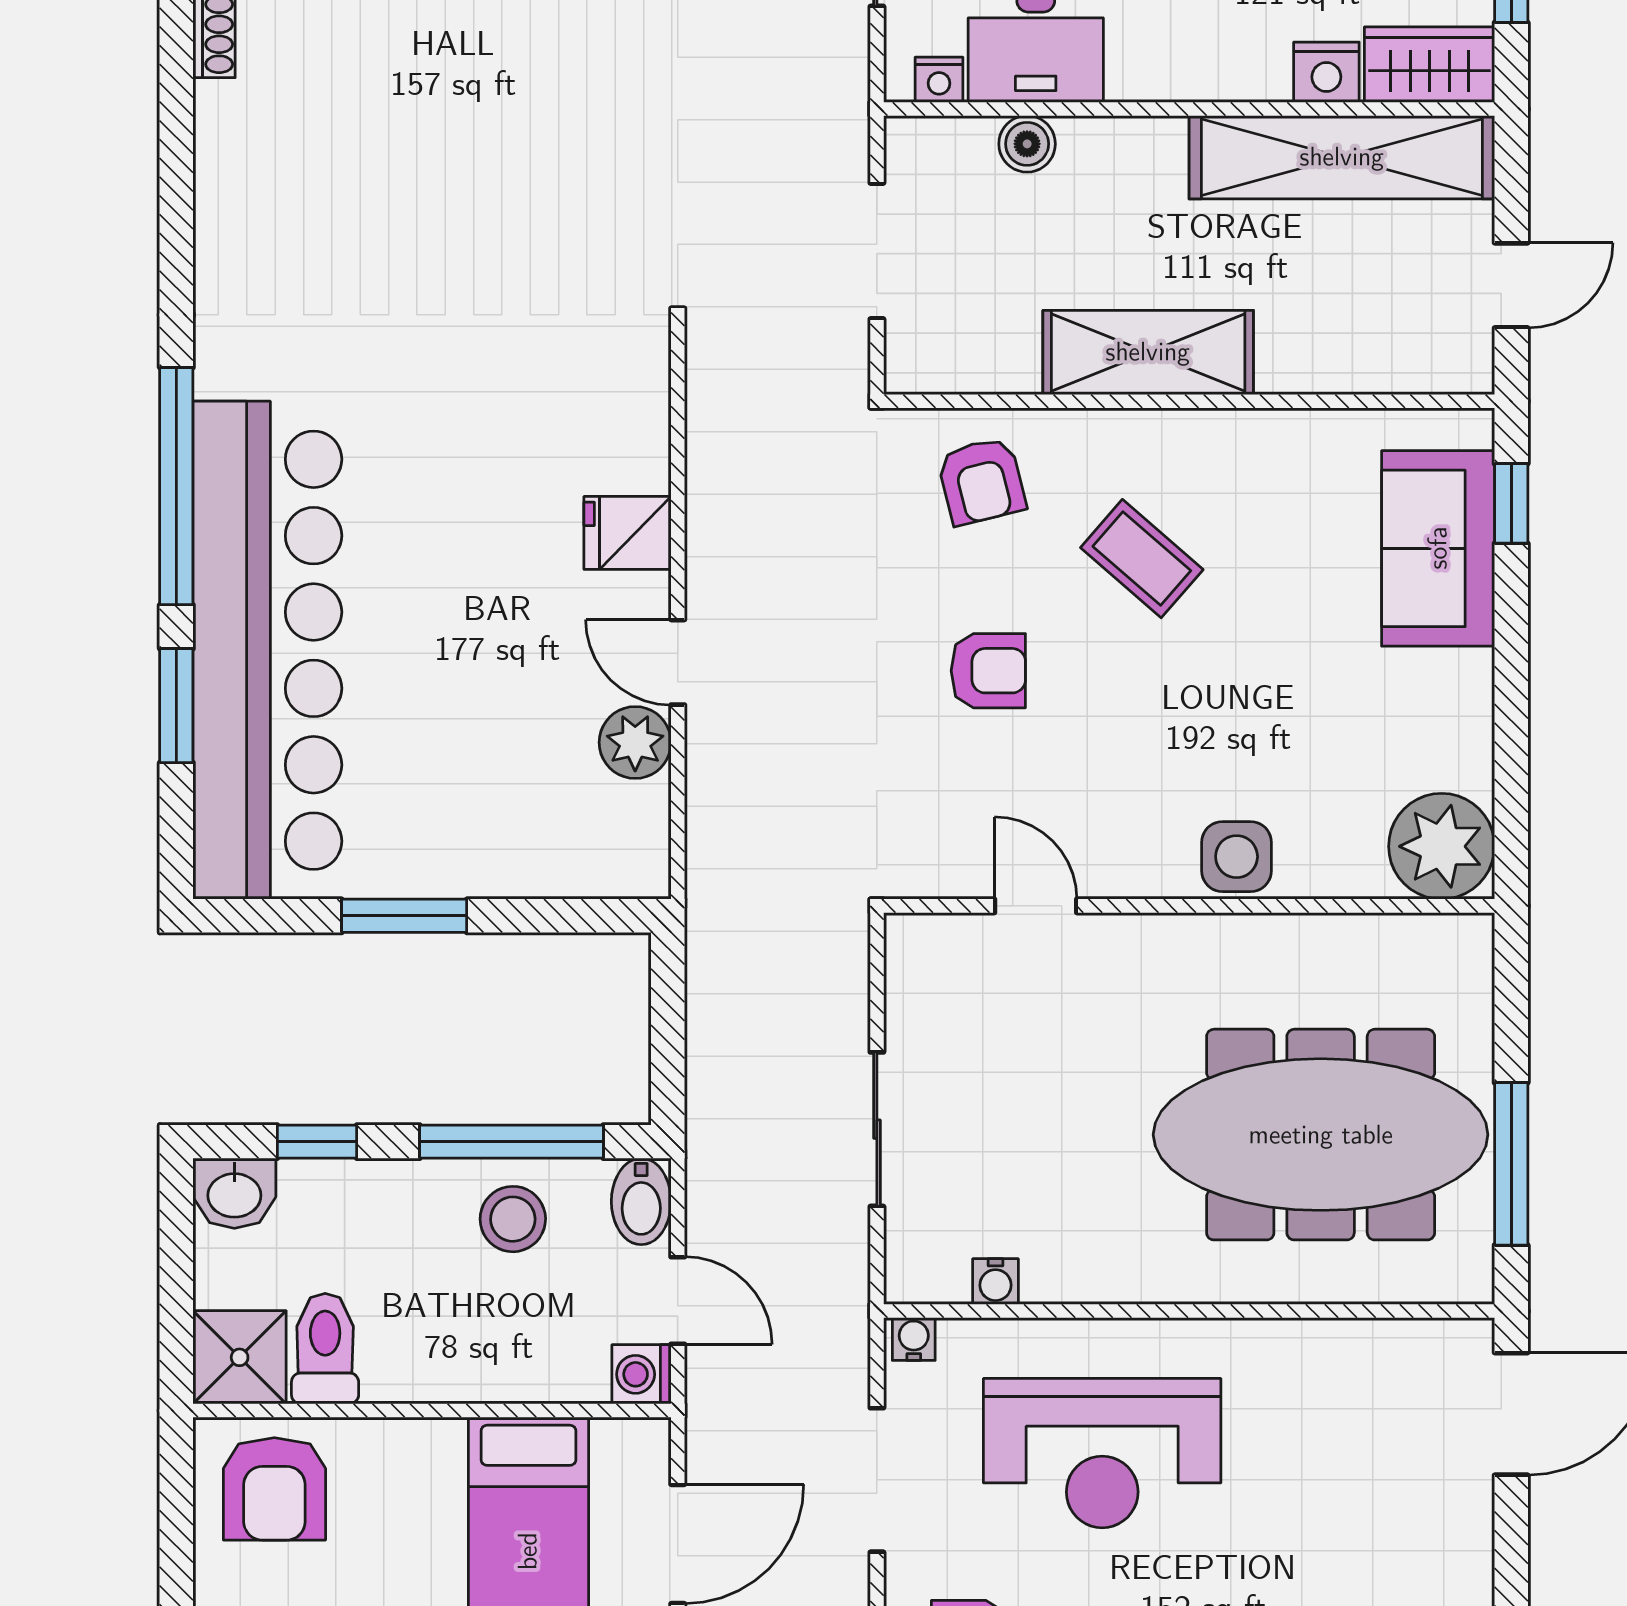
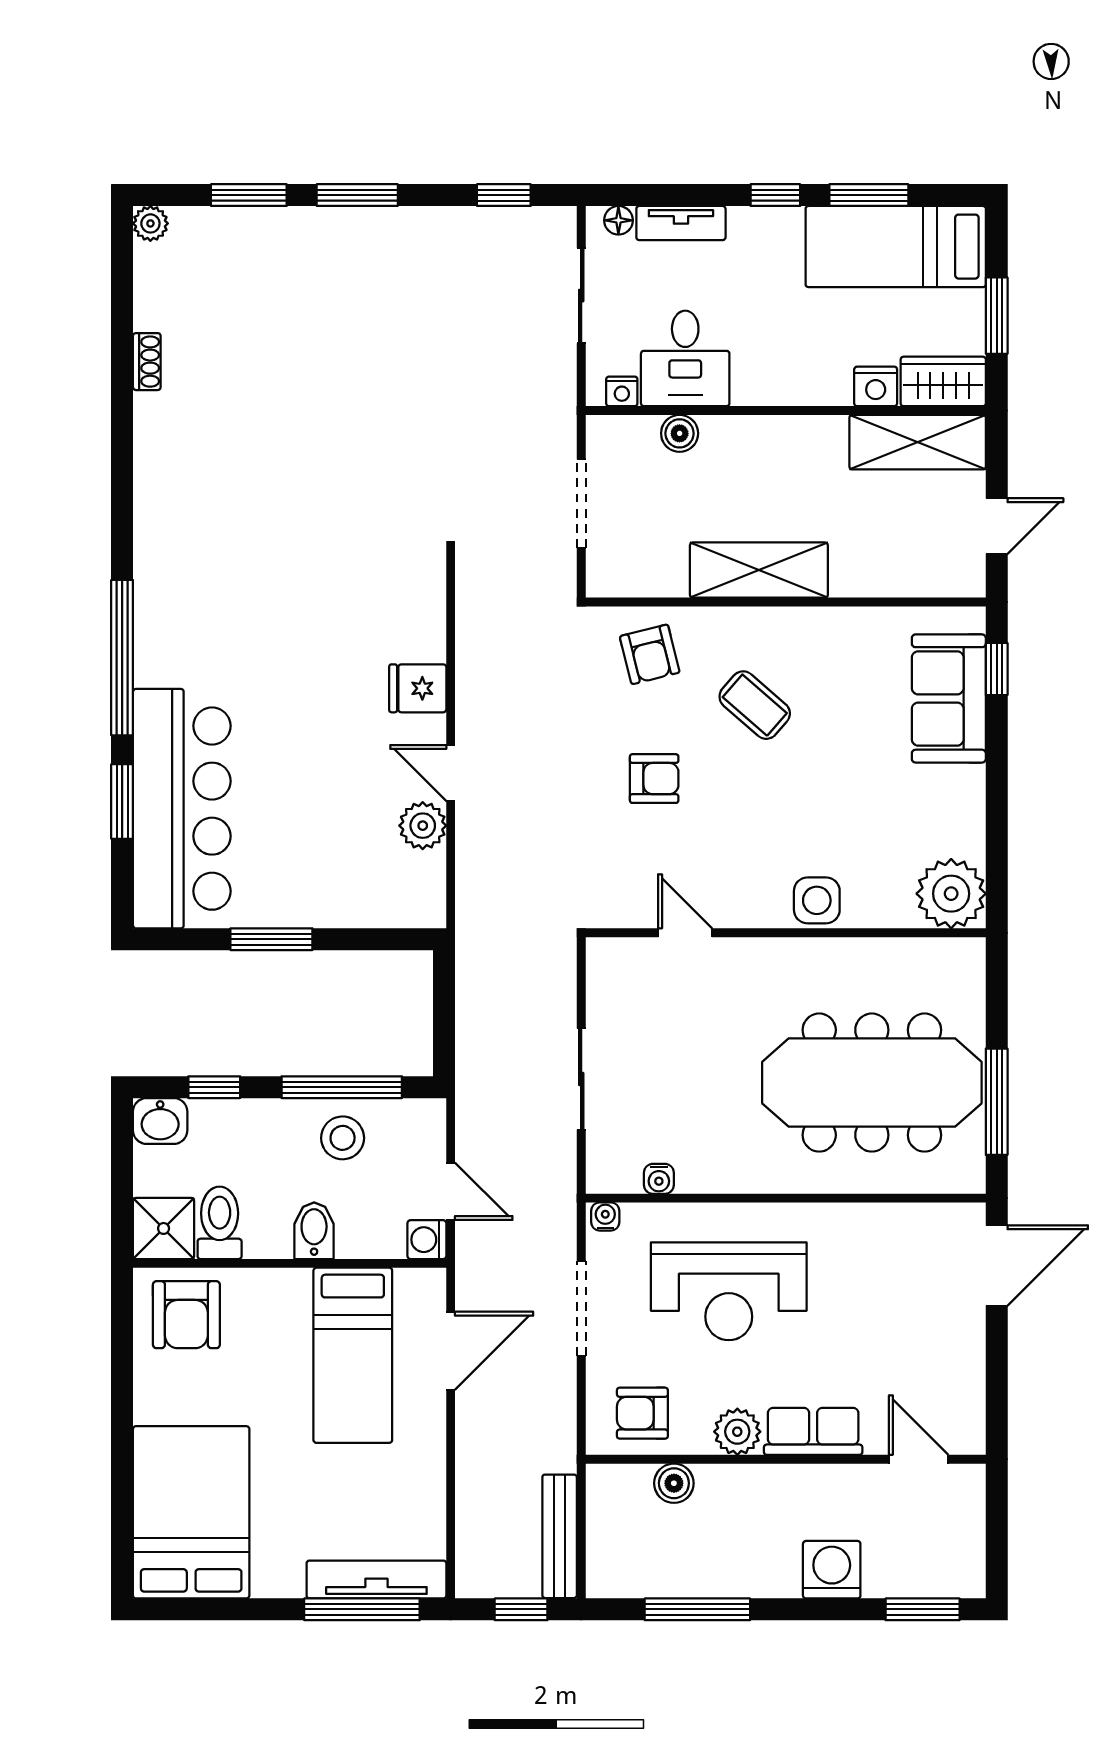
shelving: (1342, 157) -> (918, 442), width x0.68
bar counter: (267, 650) -> (182, 809), width x0.73
bidet: (641, 1201) -> (314, 1231), moved, turned 180

